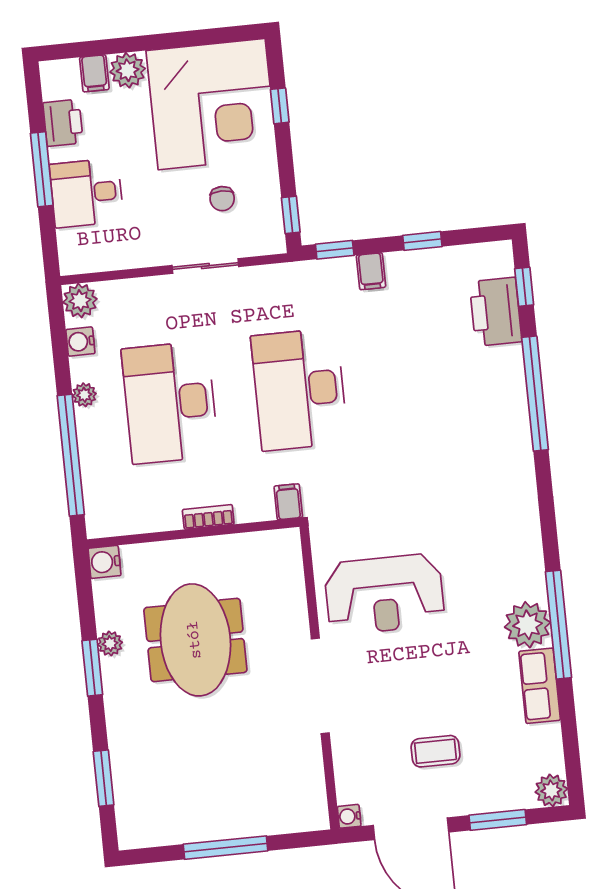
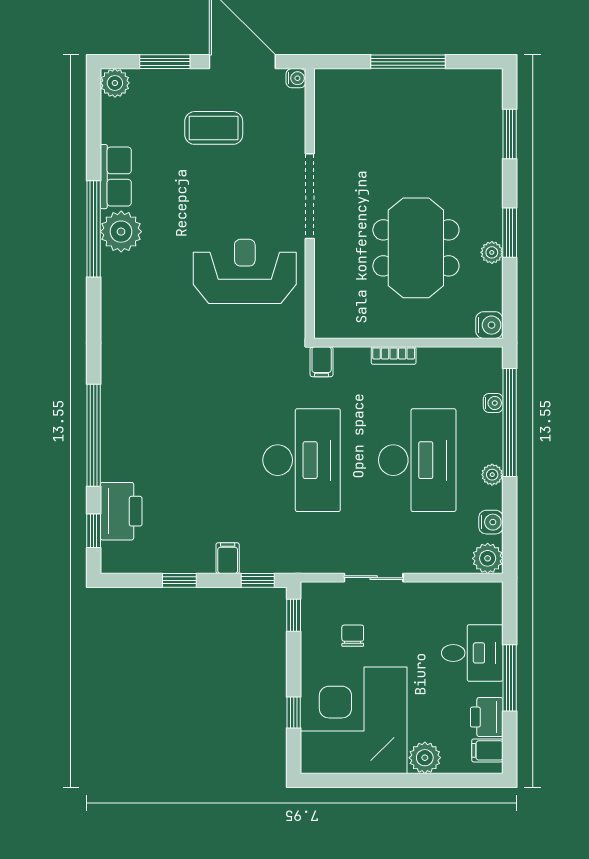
filing cabinet: (94, 73) -> (487, 750), moved, turned -90
water cooler: (91, 475) -> (493, 403), added
coffee table: (435, 751) -> (214, 128), width x1.36, depth x1.30

